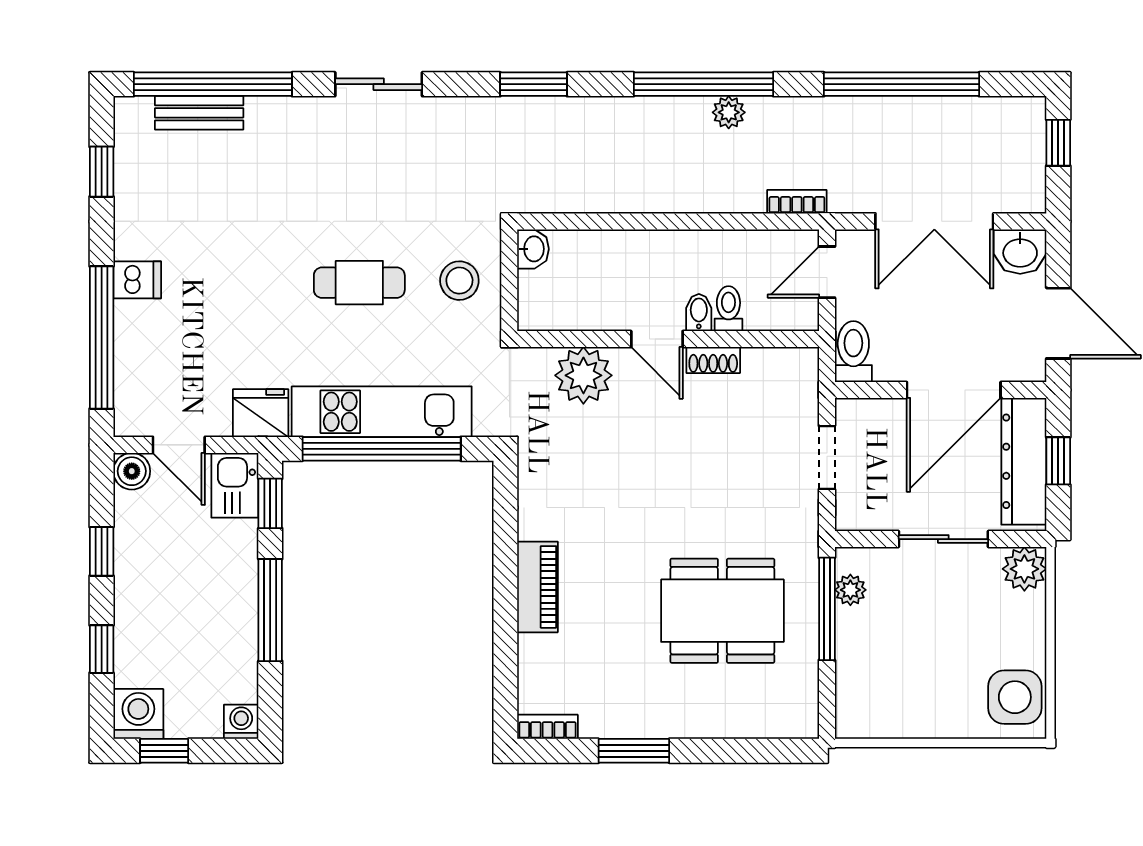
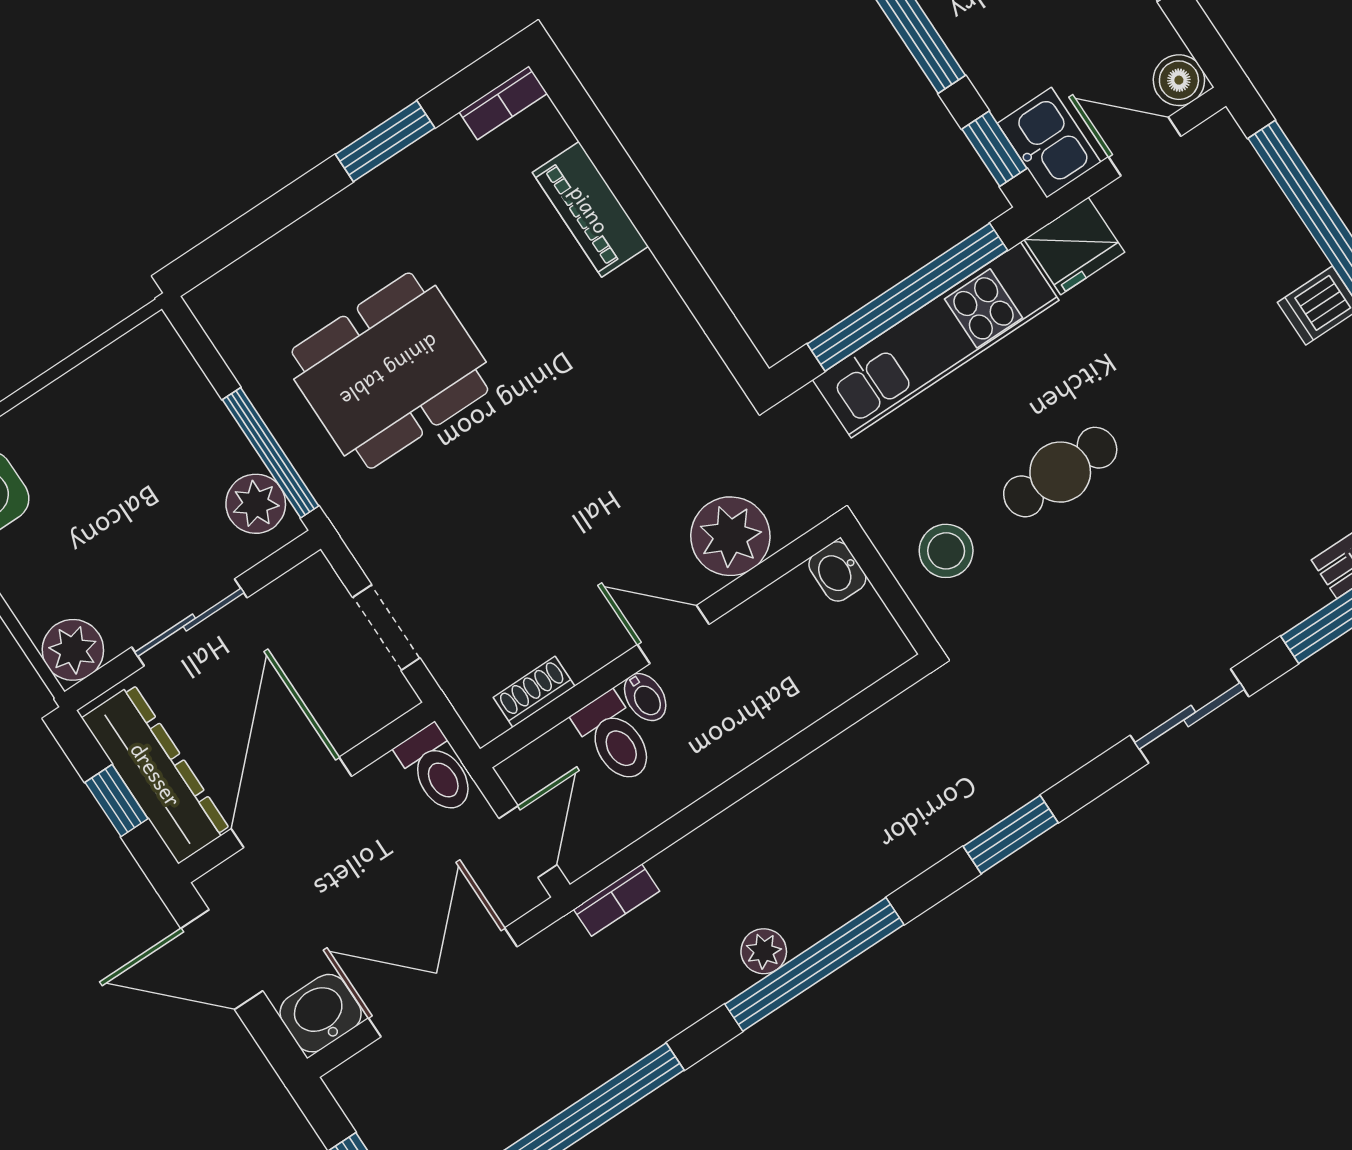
washbasin: (533, 249) -> (837, 571), moved
toilet: (728, 309) -> (615, 738), width x1.37, depth x1.39
shoe rack: (713, 360) -> (534, 692), moved
piano: (537, 587) -> (590, 209), moved
plant: (850, 590) -> (256, 504), width x1.38, depth x1.38

